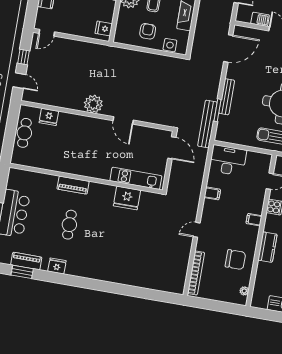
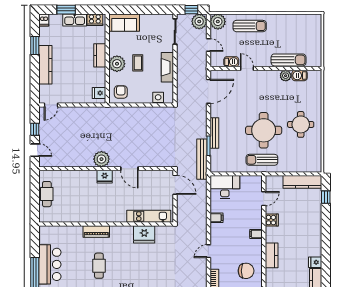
armchair: (148, 31) -> (121, 92), moved
fridge: (49, 117) -> (105, 177), moved

